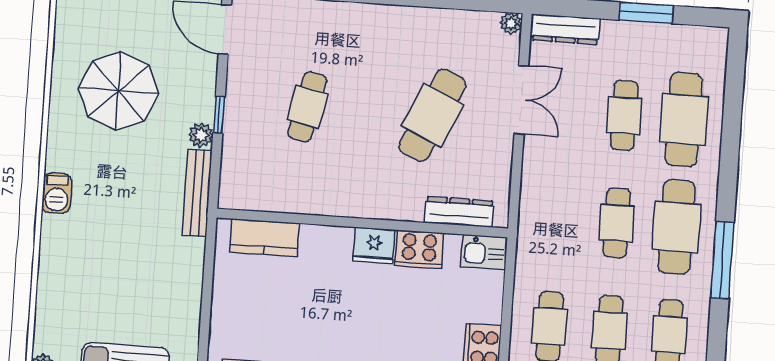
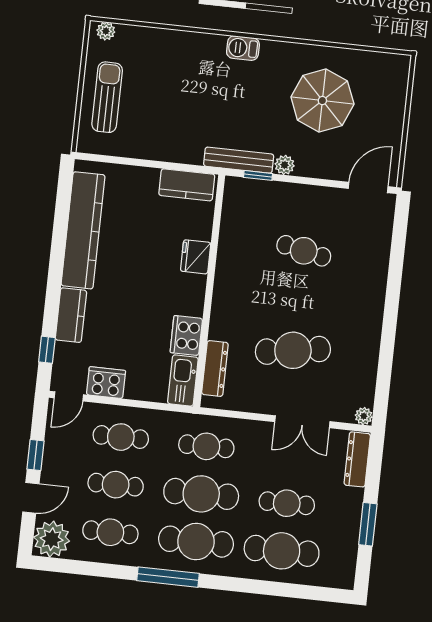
window: (219, 115) -> (258, 175), moved
cafe table: (432, 115) -> (293, 350), turned -33
cafe table: (557, 219) -> (206, 446), added
cafe table: (617, 223) -> (201, 494), width x1.37, depth x1.35
kitchen counter: (265, 238) -> (187, 185), moved, turned -90
fridge: (374, 245) -> (196, 257), moved
kitchen sink: (484, 252) -> (183, 380), width x1.38

